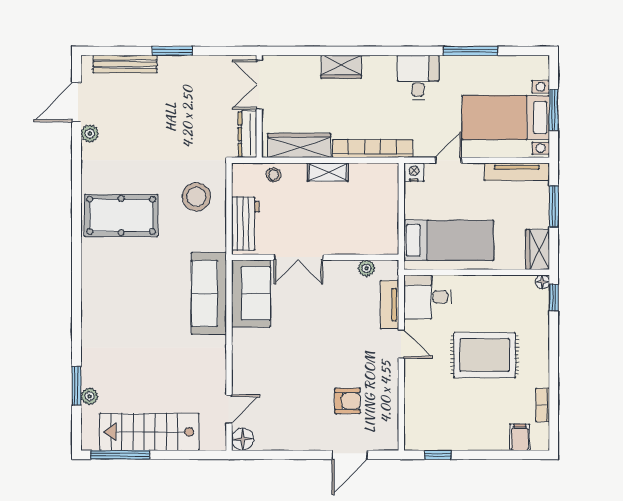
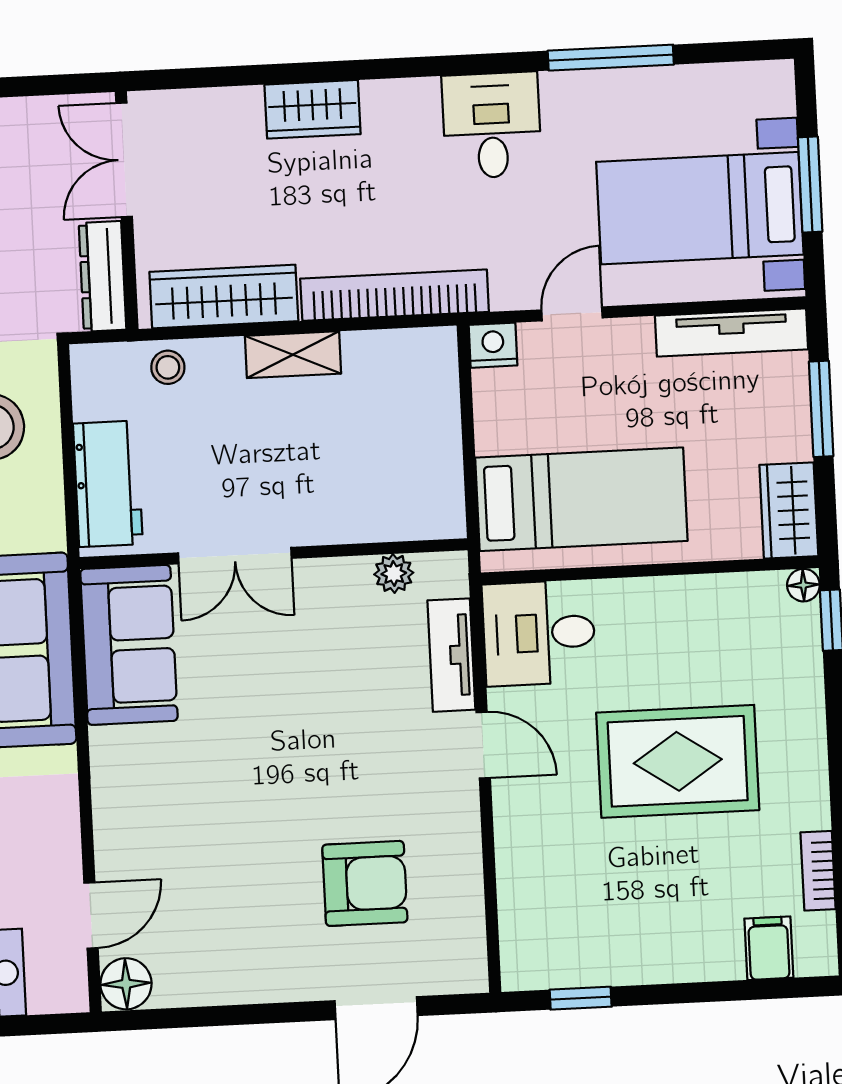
armchair: (347, 401) -> (365, 883), width x1.38, depth x1.38

